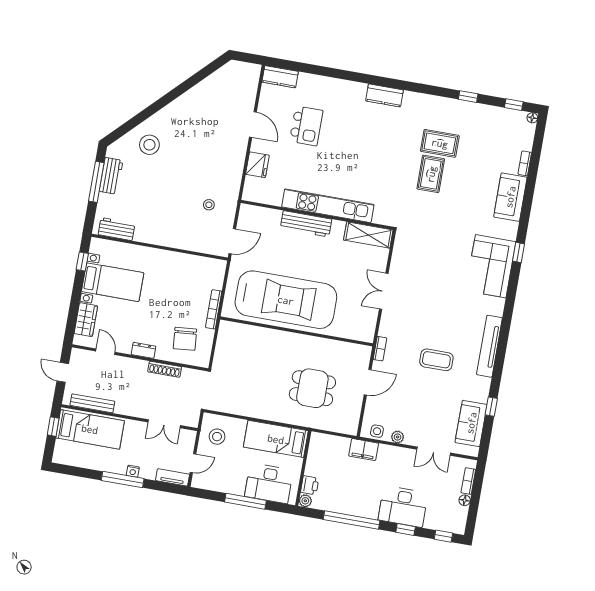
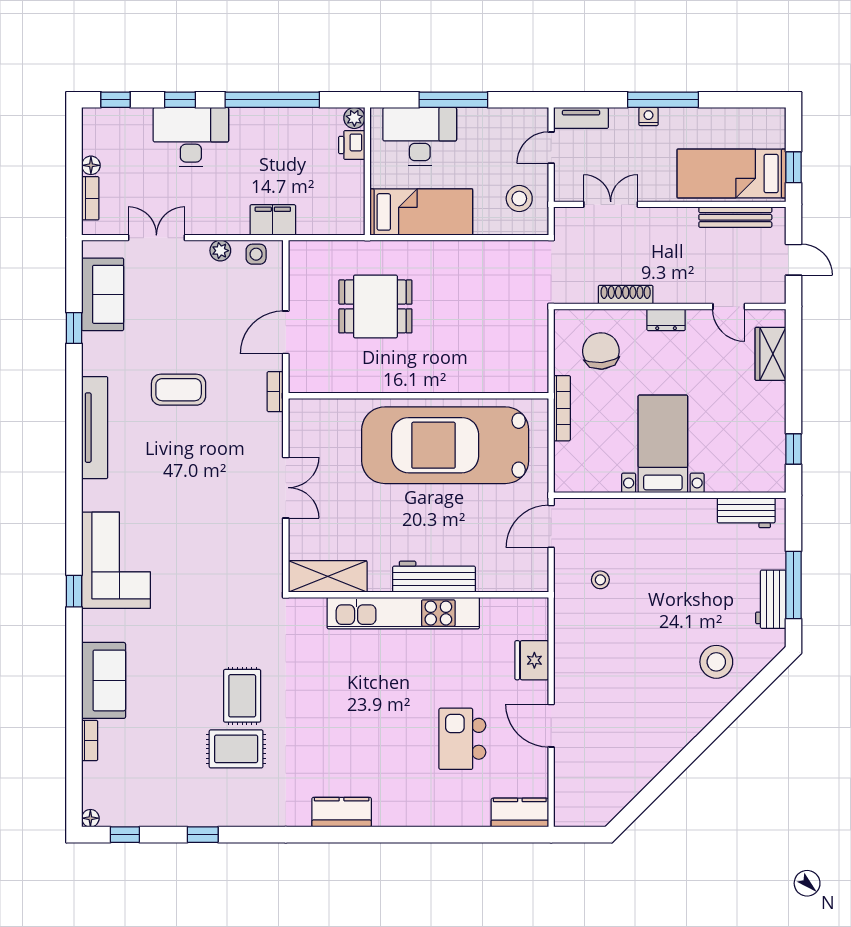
bed with nightstands: (113, 282) -> (663, 444), moved, turned 90

